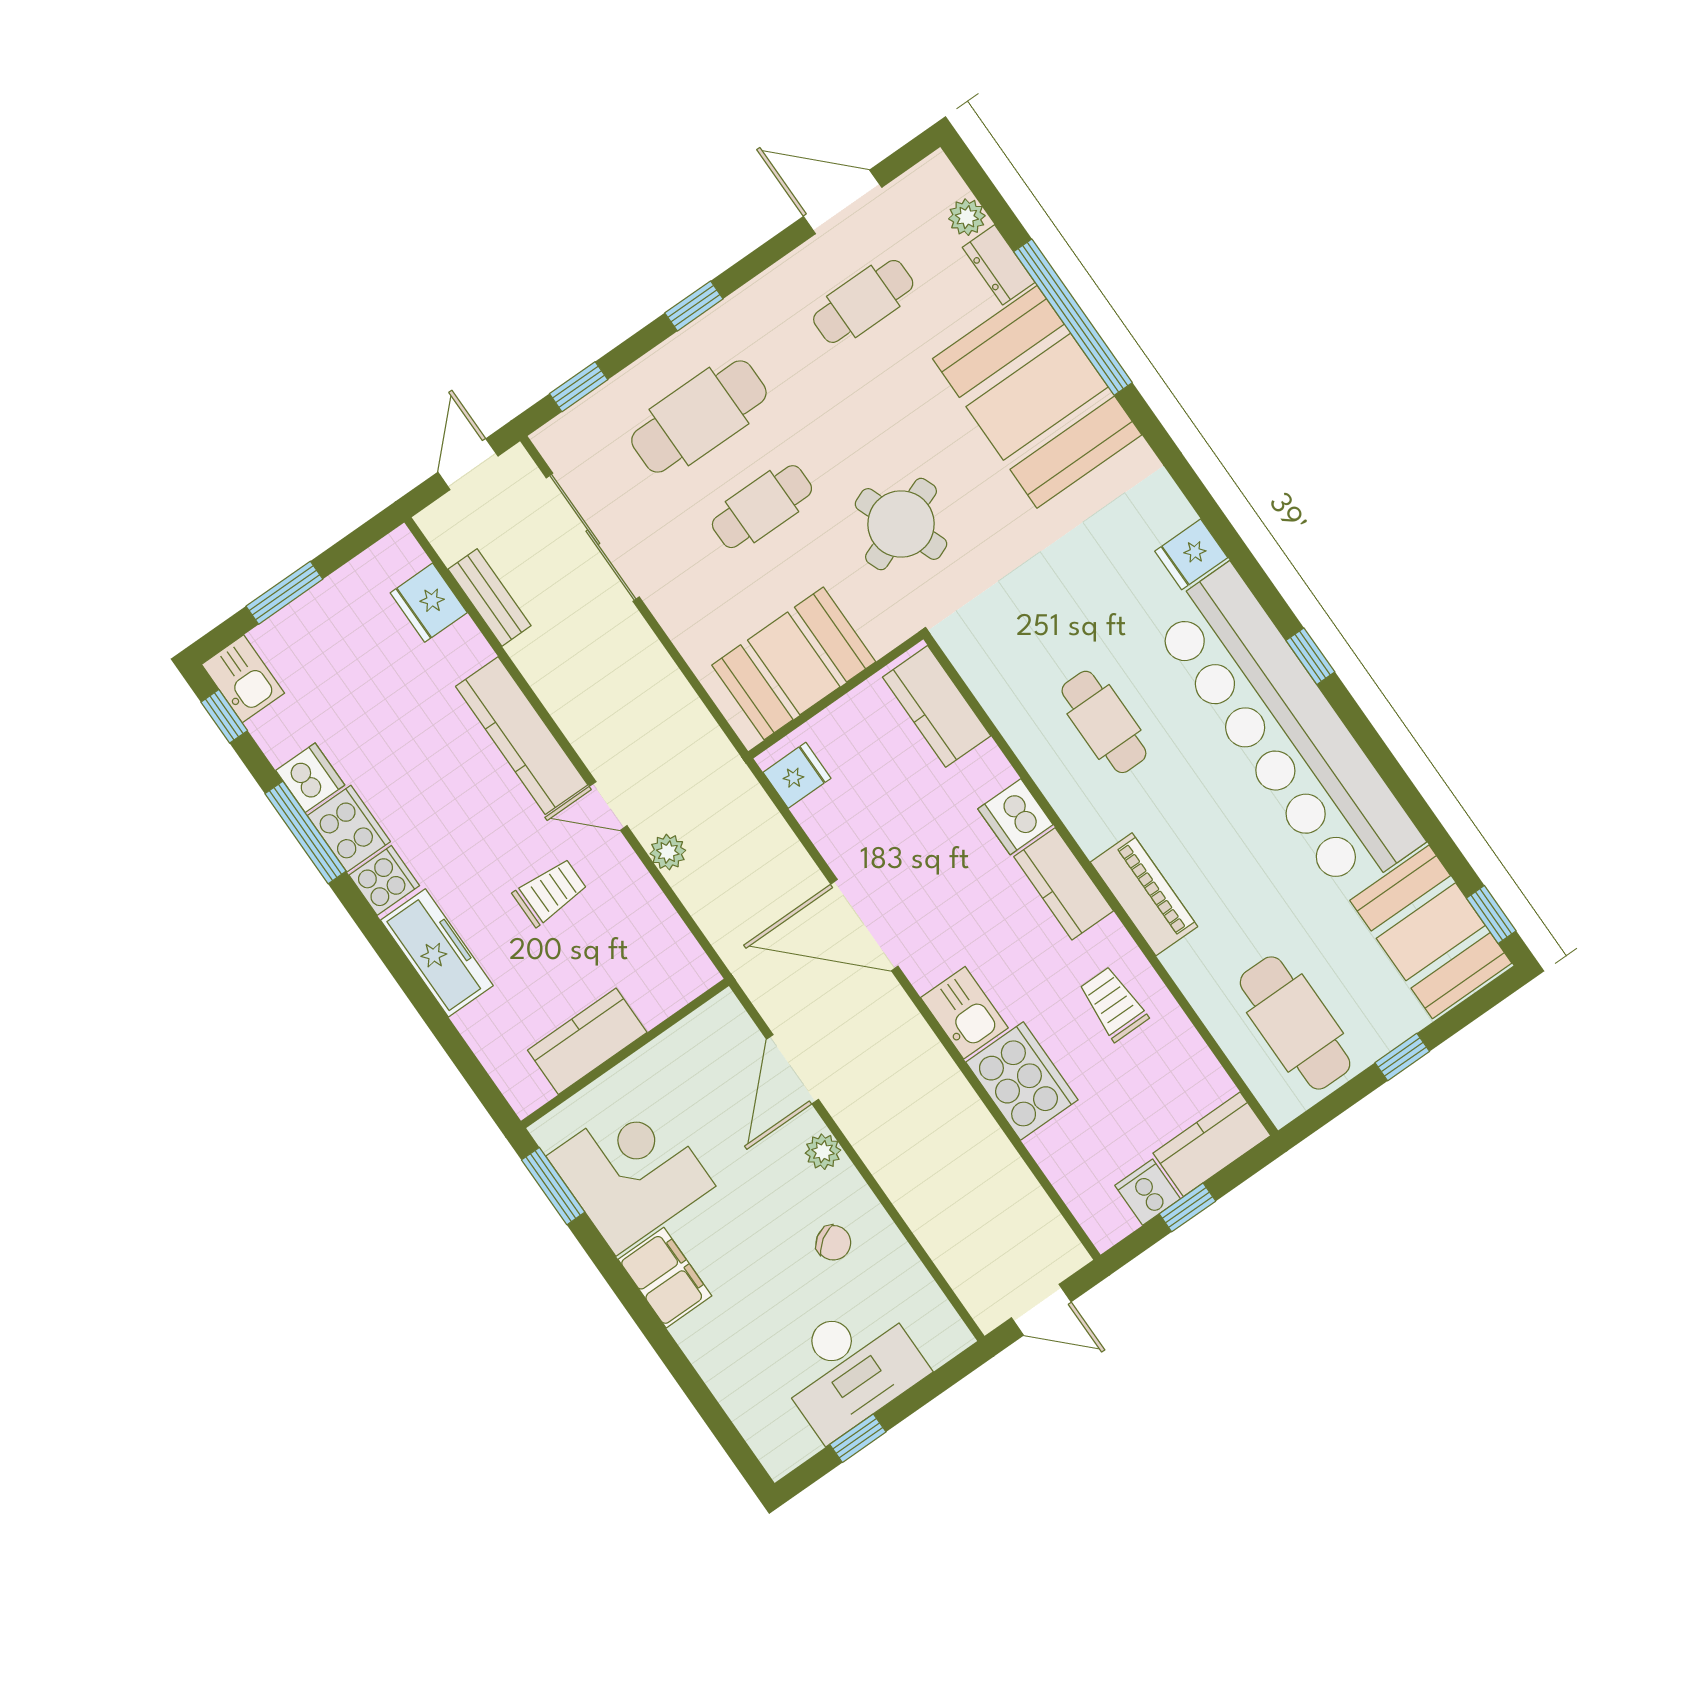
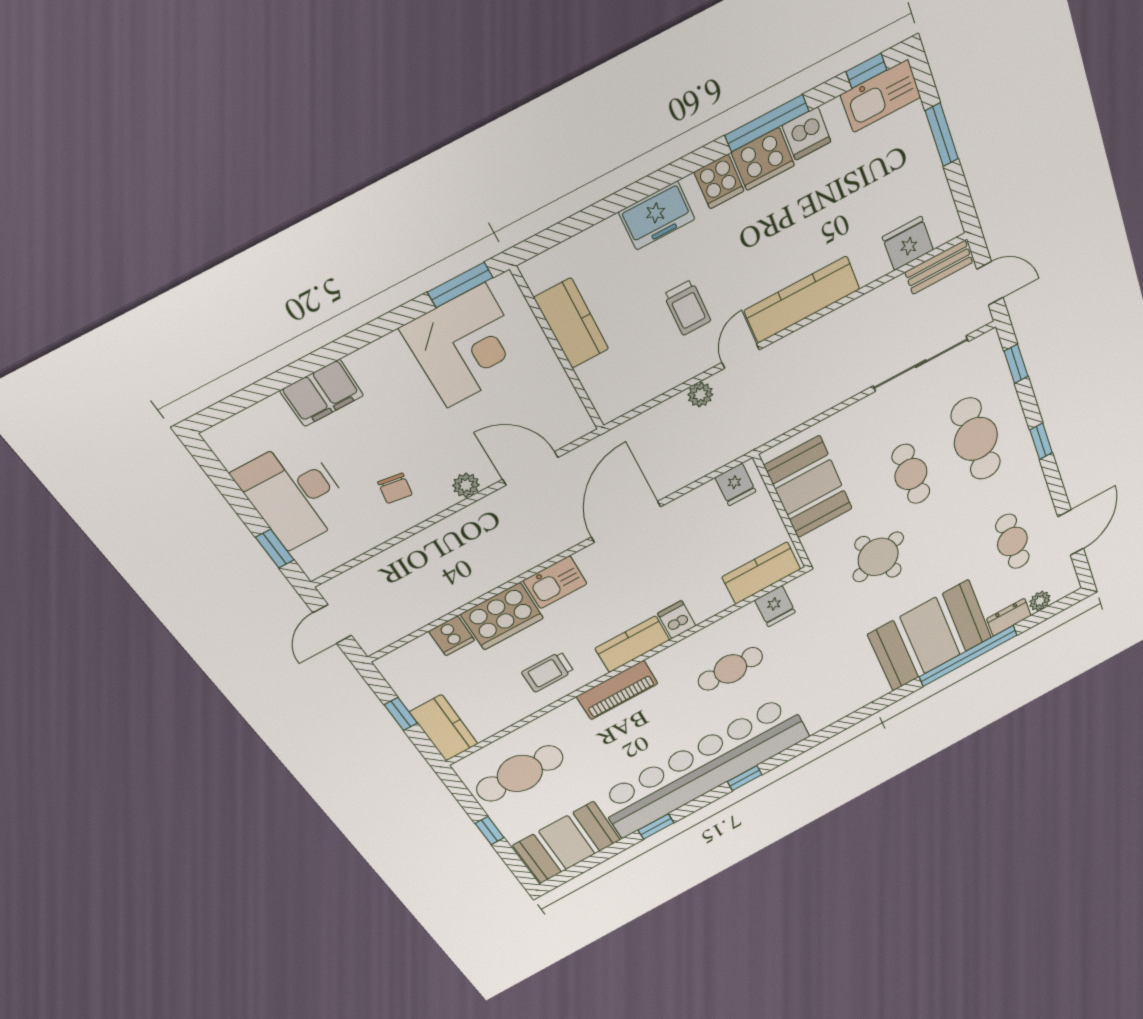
fridge: (1191, 554) -> (775, 606), moved, turned 180
bench: (490, 597) -> (939, 267), moved
kitchen sink: (243, 679) -> (881, 96), width x1.38
dishwasher: (1015, 817) -> (677, 620), width x0.73
window: (1491, 914) -> (656, 827), moved
freezer: (437, 953) -> (657, 216), width x0.71
trolley: (1113, 1004) -> (548, 672), turned 180
cooker: (1148, 1192) -> (452, 636), moved, turned 90
chair: (833, 1243) -> (395, 488), turned -48
filing cabinet: (665, 1278) -> (322, 393), moved
window: (858, 1438) -> (275, 549), moved

